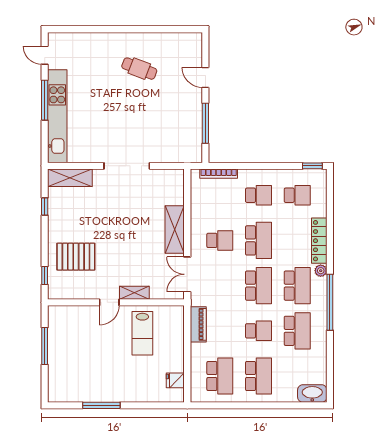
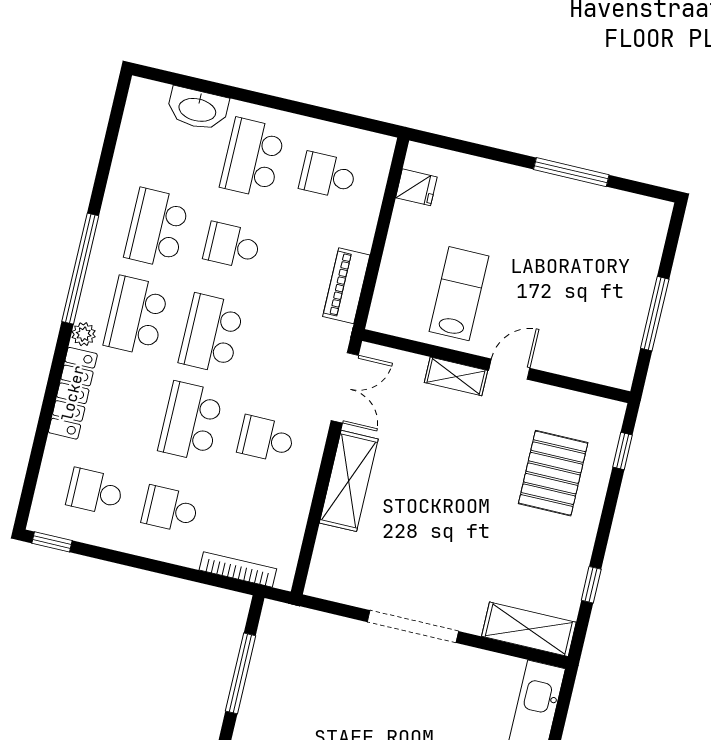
pallet: (76, 257) -> (553, 473), turned 90
school desk: (220, 376) -> (328, 175), width x0.54
washbasin: (312, 394) -> (198, 109), moved

